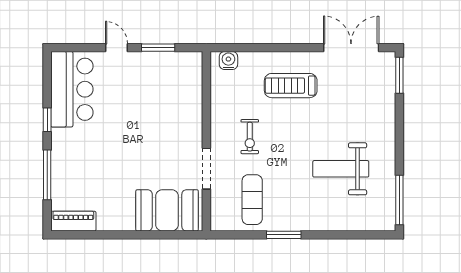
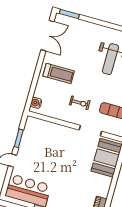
double door: (351, 48) -> (47, 36), swing flipped
treadmill: (291, 86) -> (59, 73), turned -90

